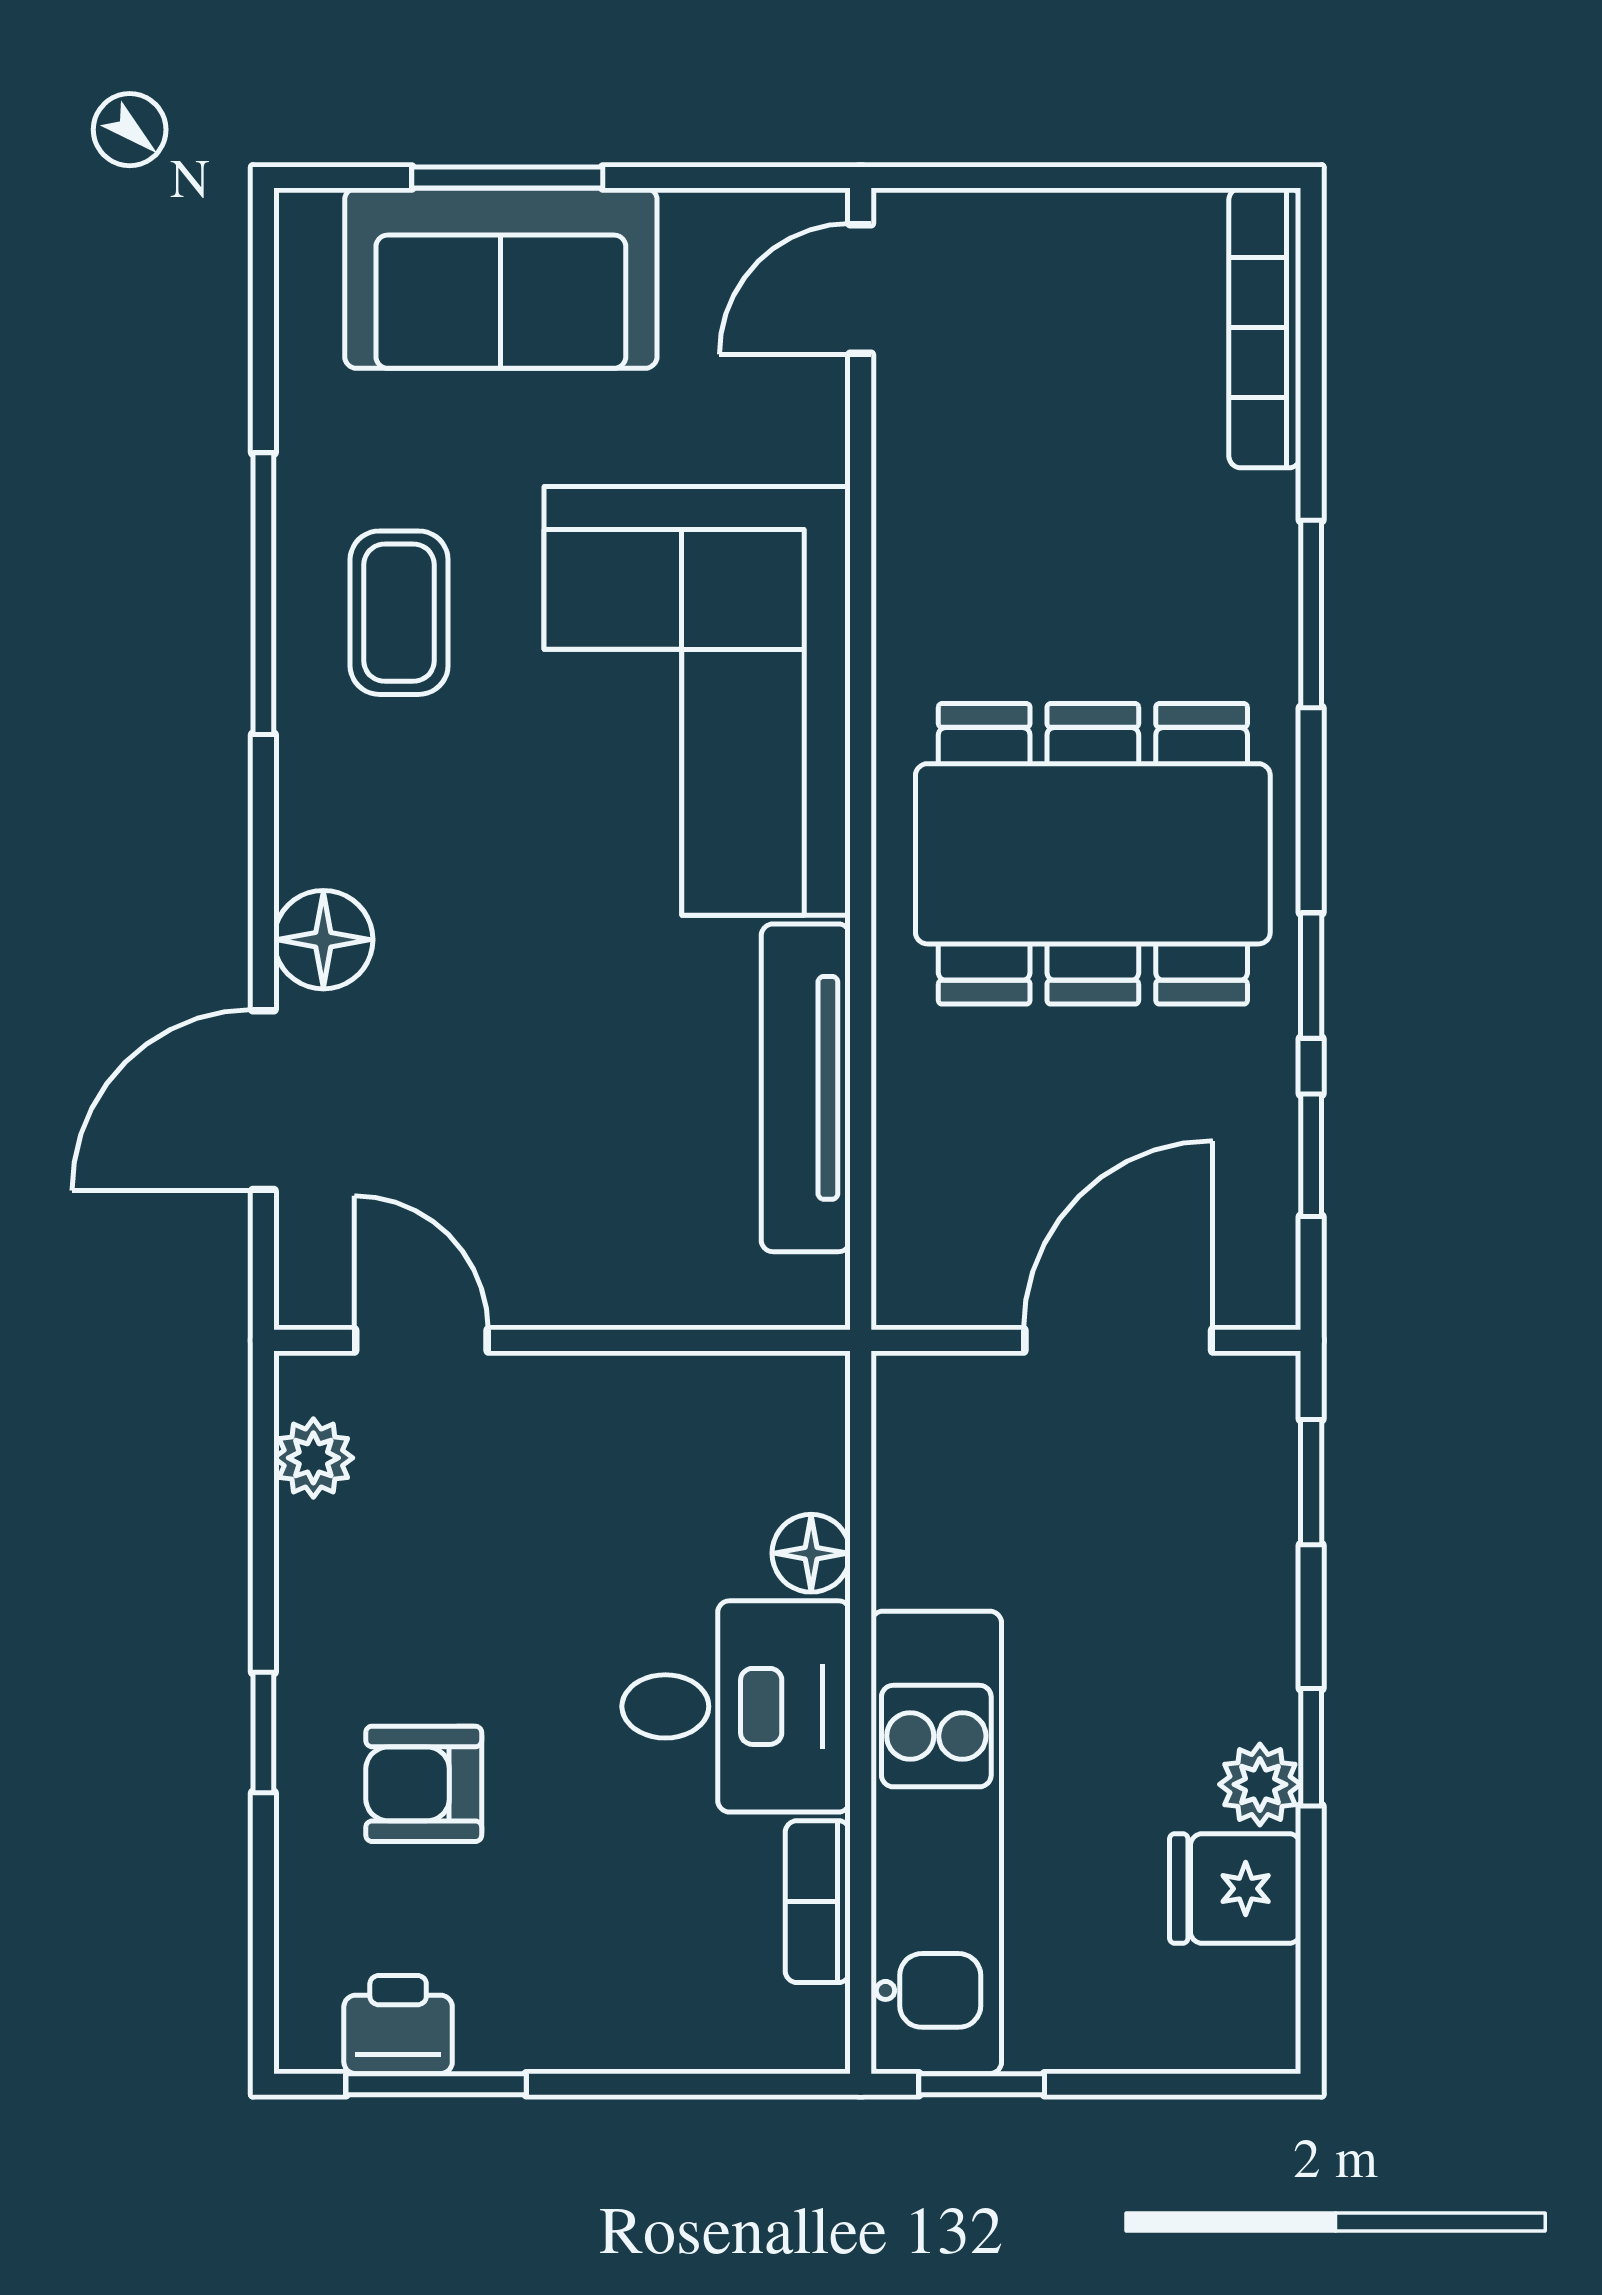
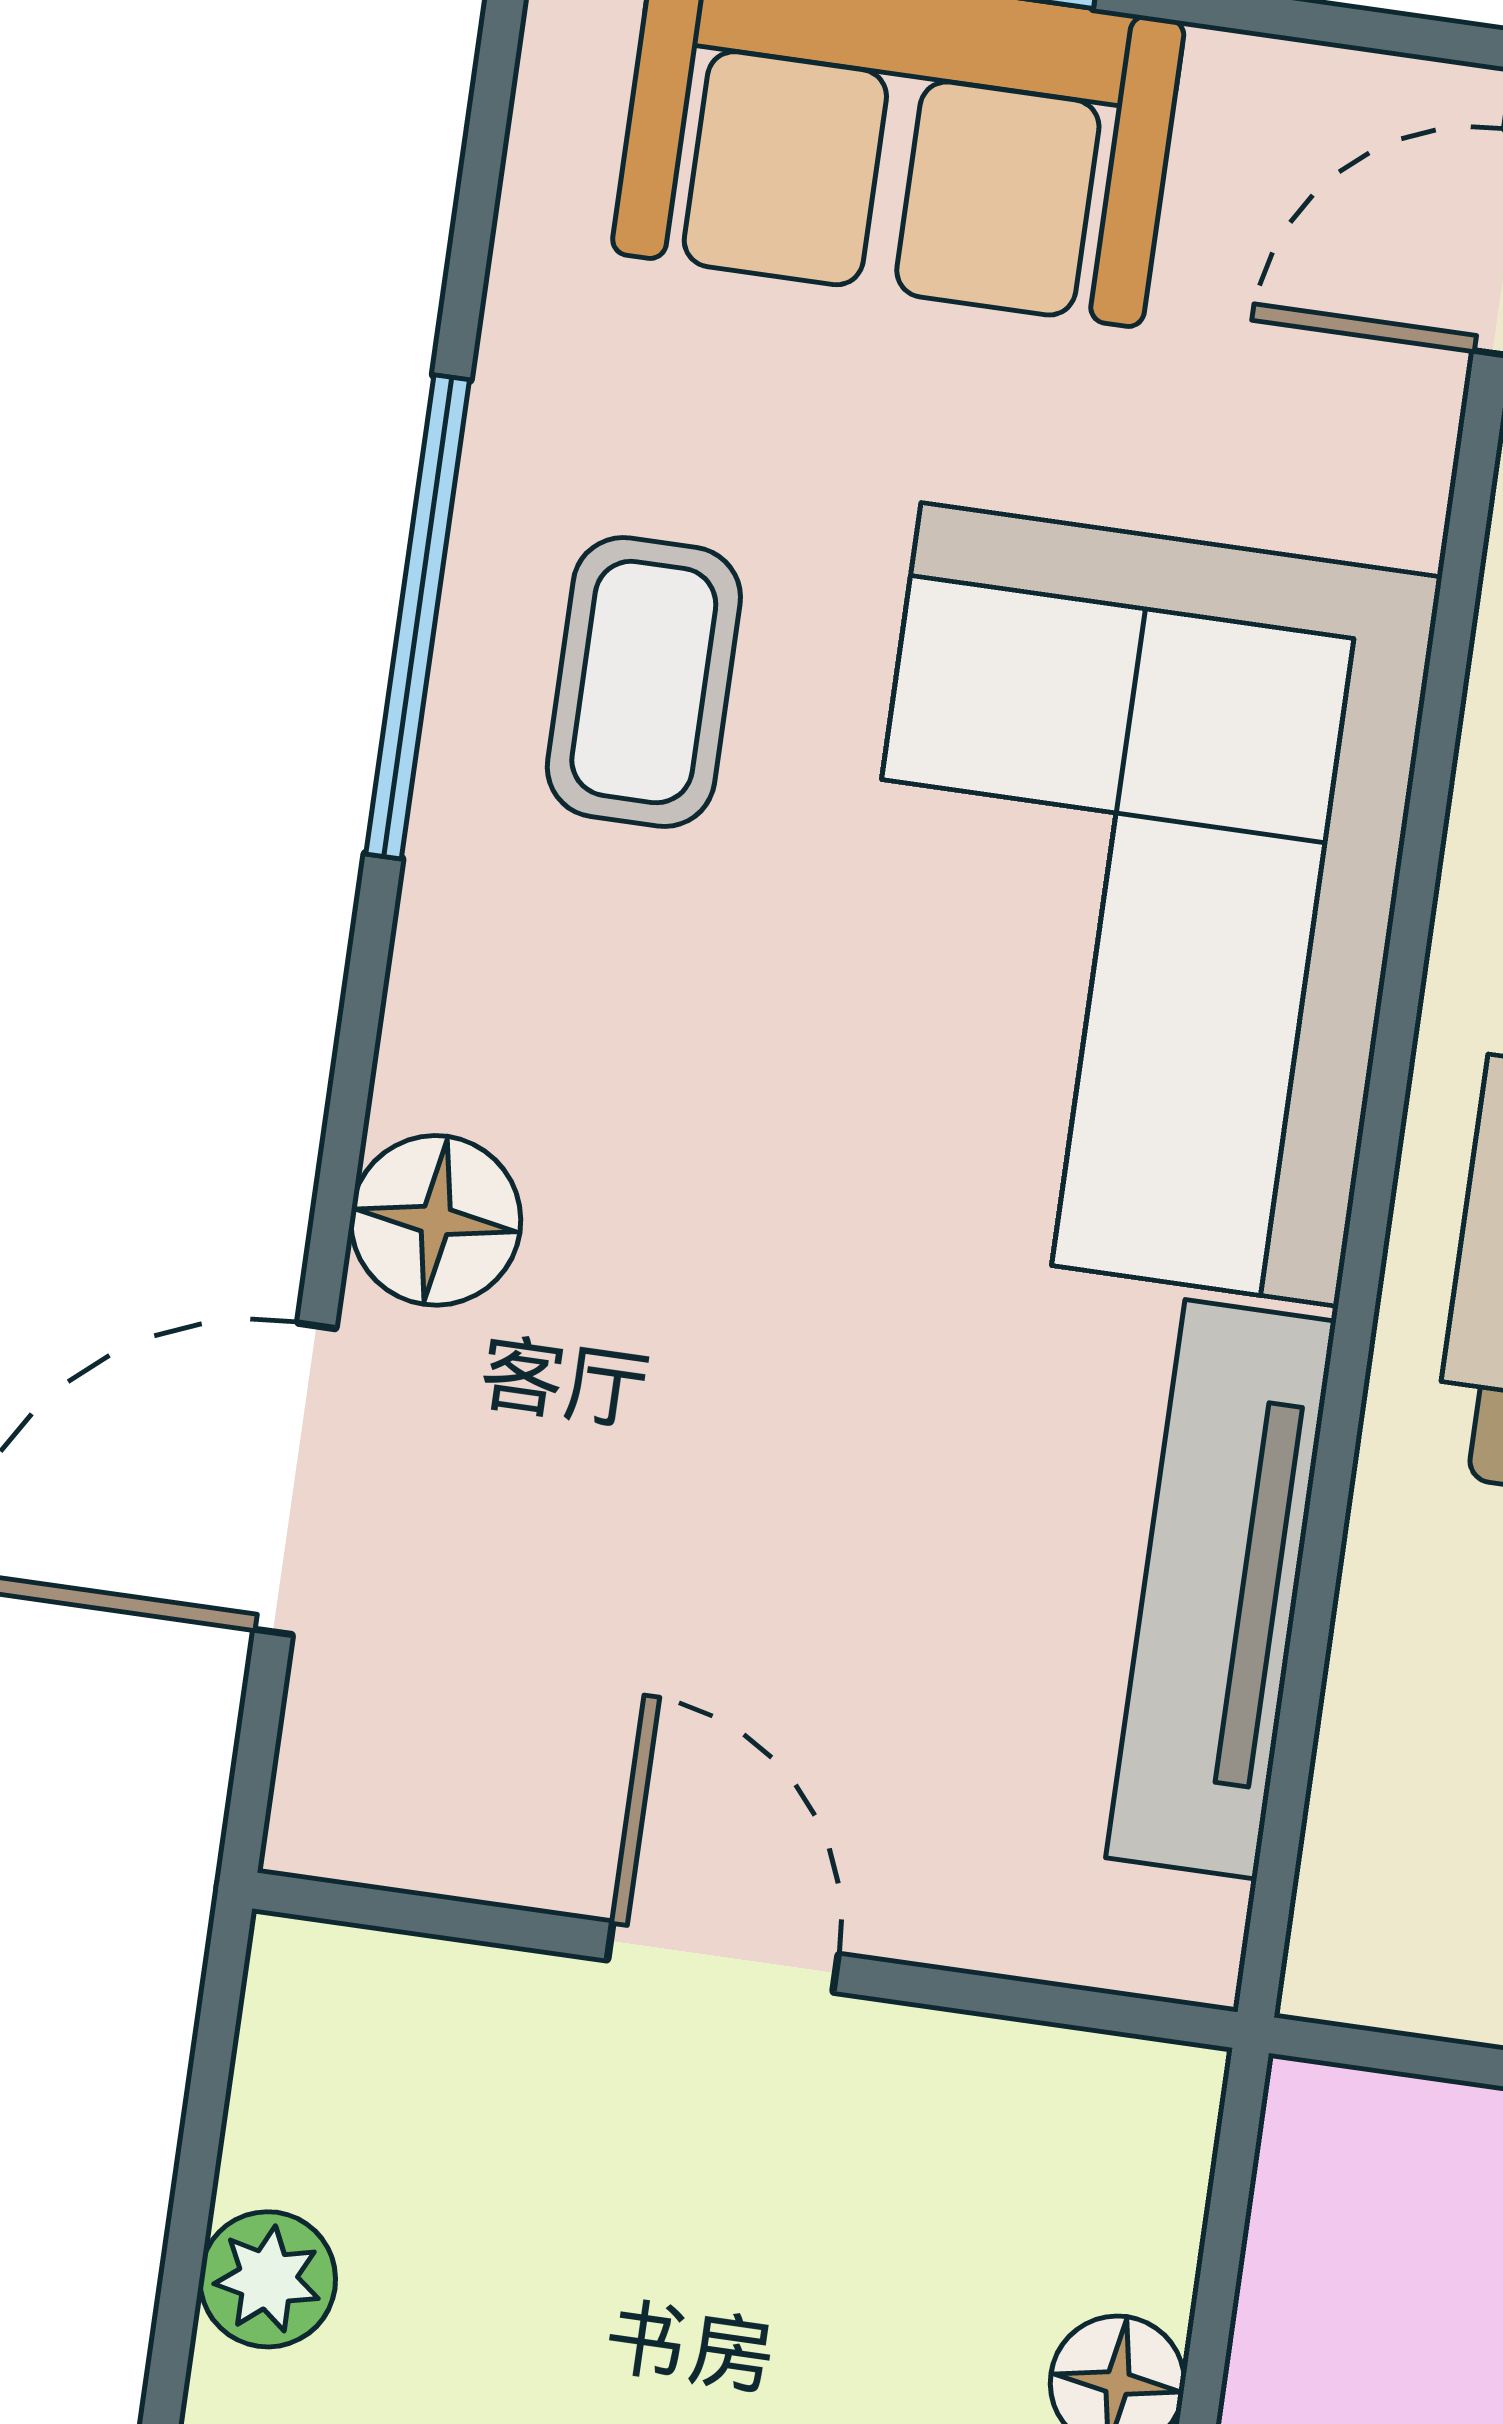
door: (421, 1340) -> (723, 1957), moved
plant: (313, 1458) -> (268, 2279), moved

